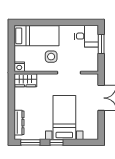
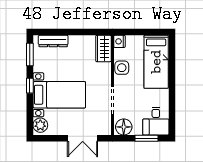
side table: (51, 57) -> (122, 68), moved
floor lamp: (92, 63) -> (124, 127), added
plant: (90, 134) -> (40, 125), added

